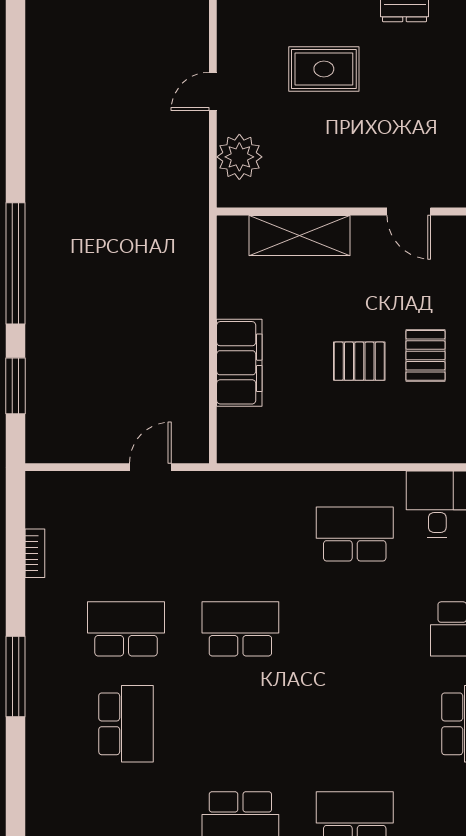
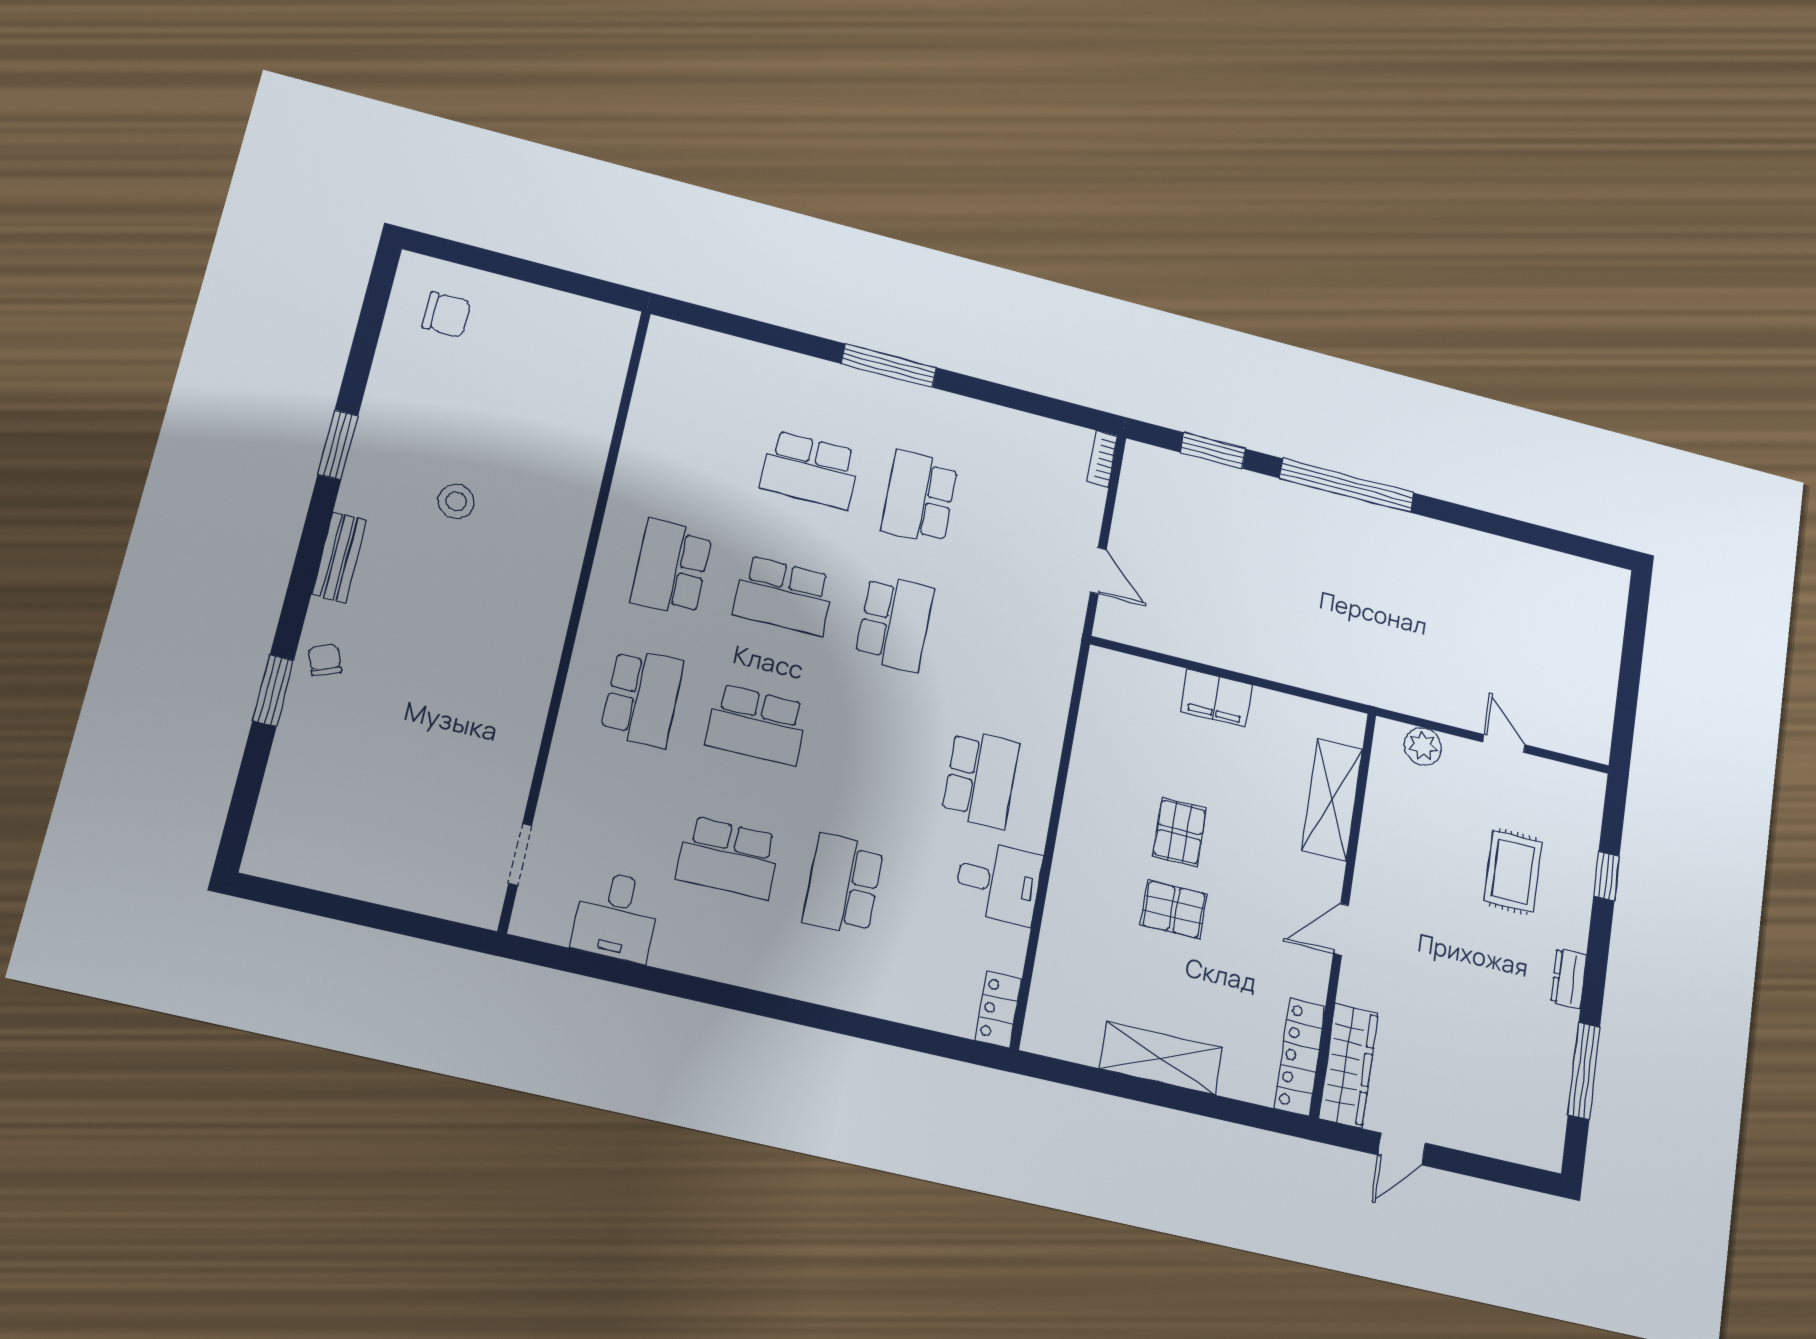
plant: (239, 157) -> (1423, 746), width x0.73, depth x0.73
filing cabinet: (239, 363) -> (1216, 698), width x0.67, depth x0.86
bookcase: (35, 553) -> (1102, 459), moved, turned 90
school desk: (126, 629) -> (919, 498), turned 180
school desk: (240, 724) -> (784, 595), added
school desk: (355, 724) -> (757, 725), added

